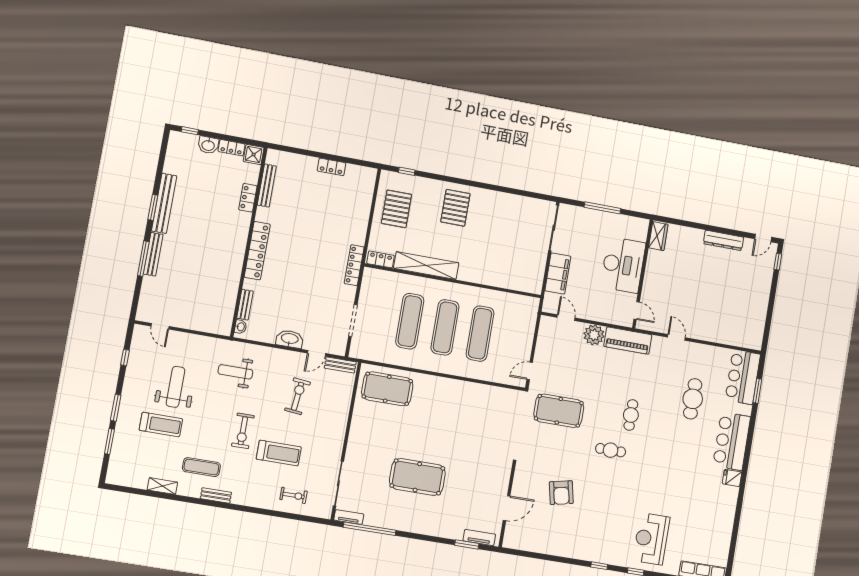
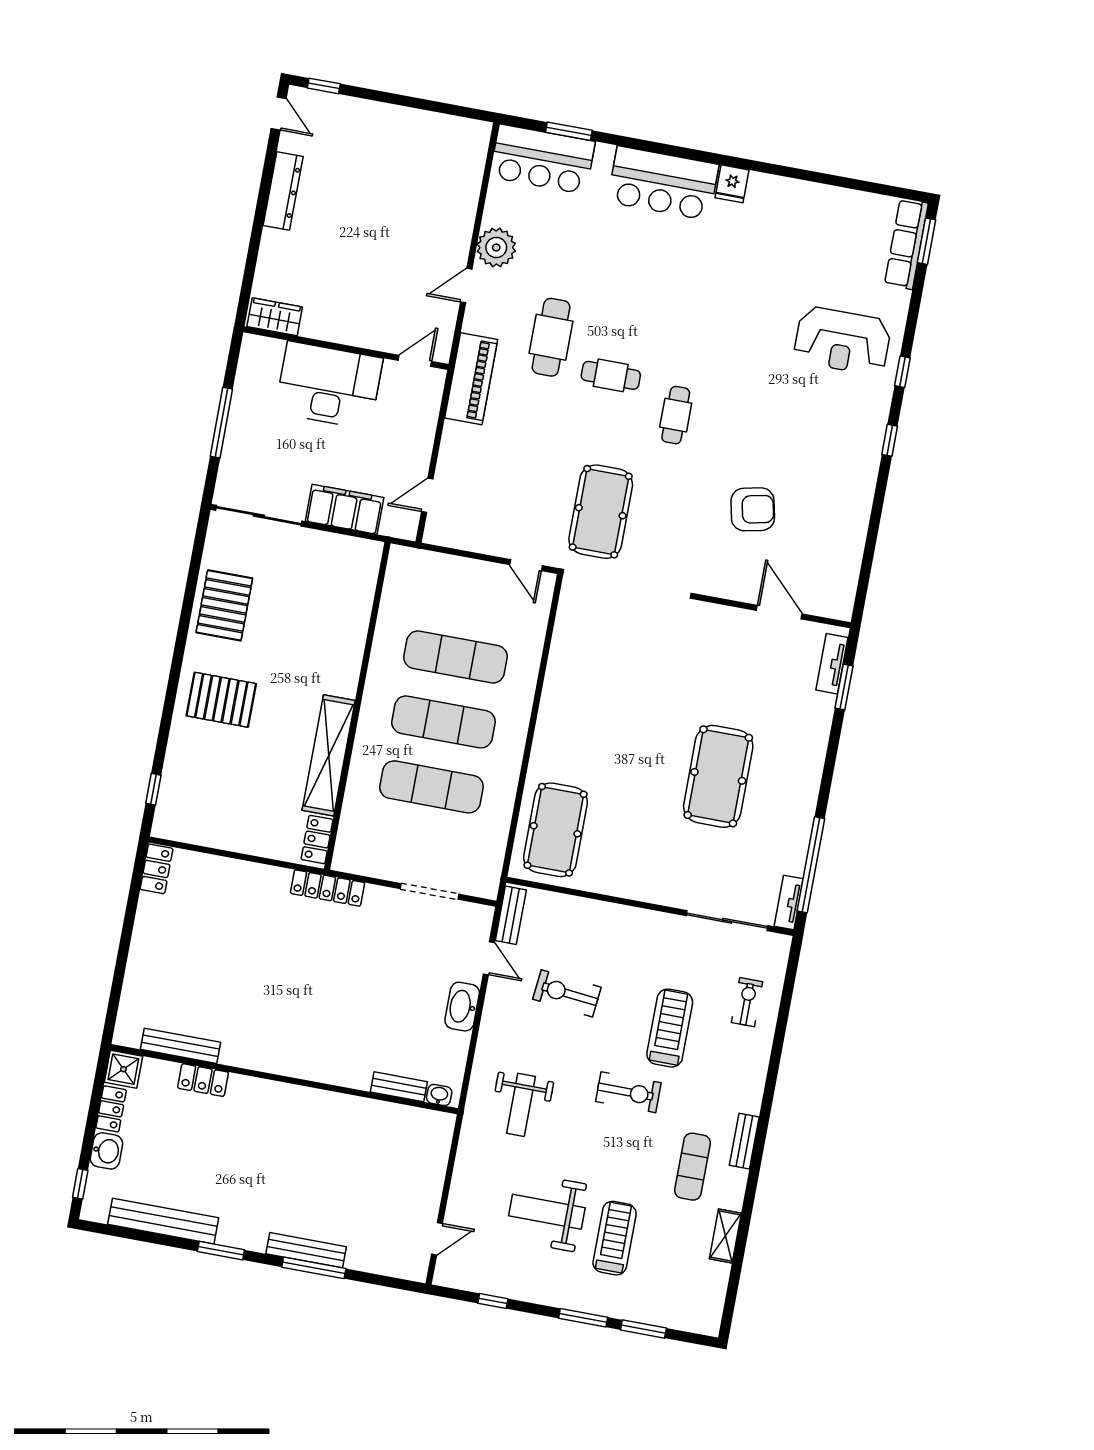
locker: (332, 167) -> (156, 869), moved
bench: (164, 203) -> (163, 1221), moved
pallet: (396, 209) -> (224, 605), moved, turned 90
locker: (257, 251) -> (300, 1064), removed
plant: (594, 335) -> (496, 247), moved
cafe table: (693, 399) -> (551, 337), moved, turned 90

